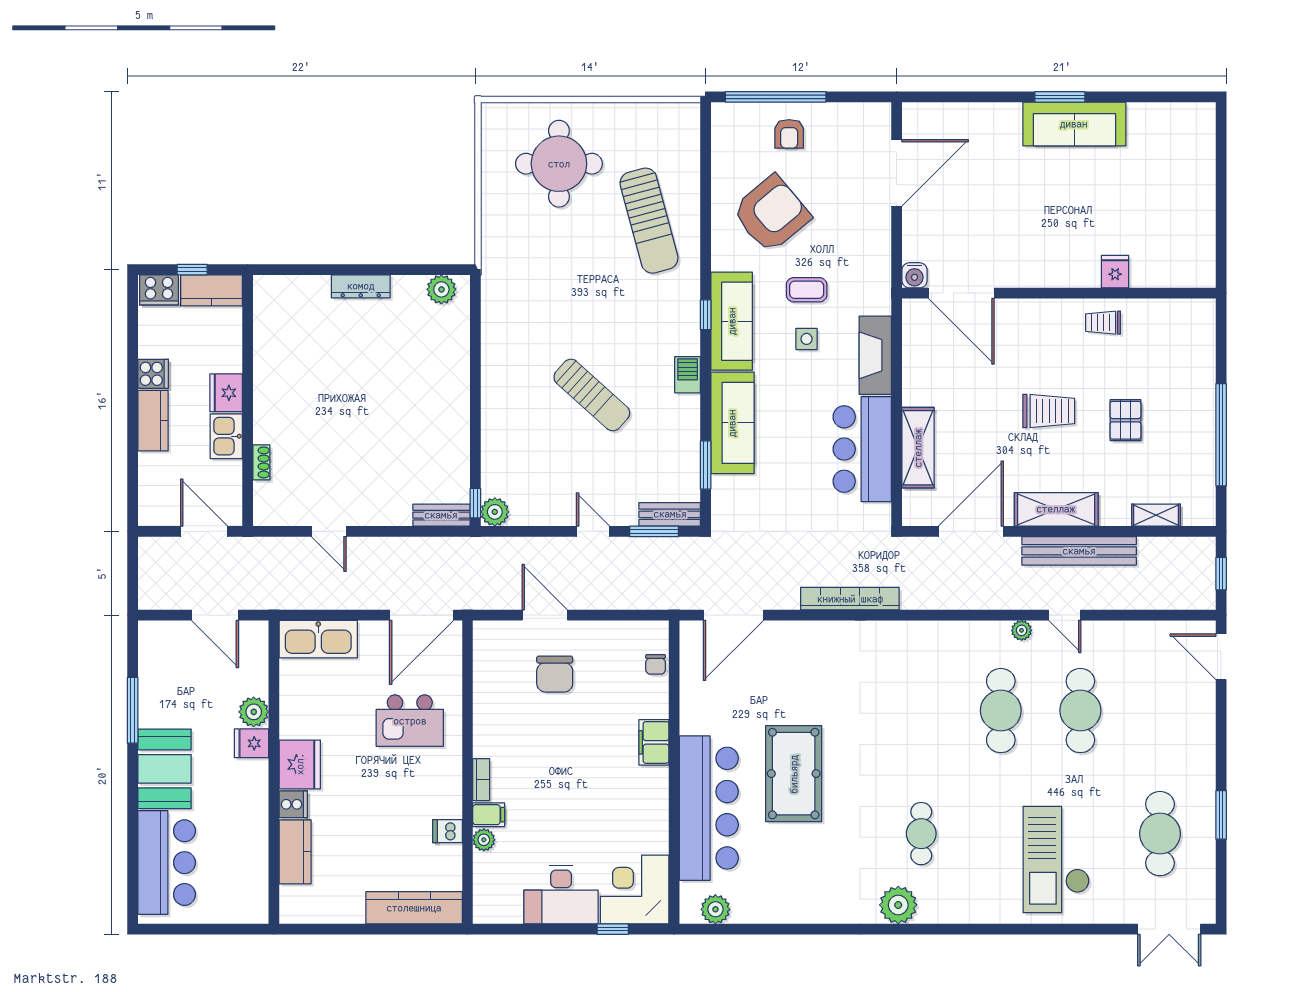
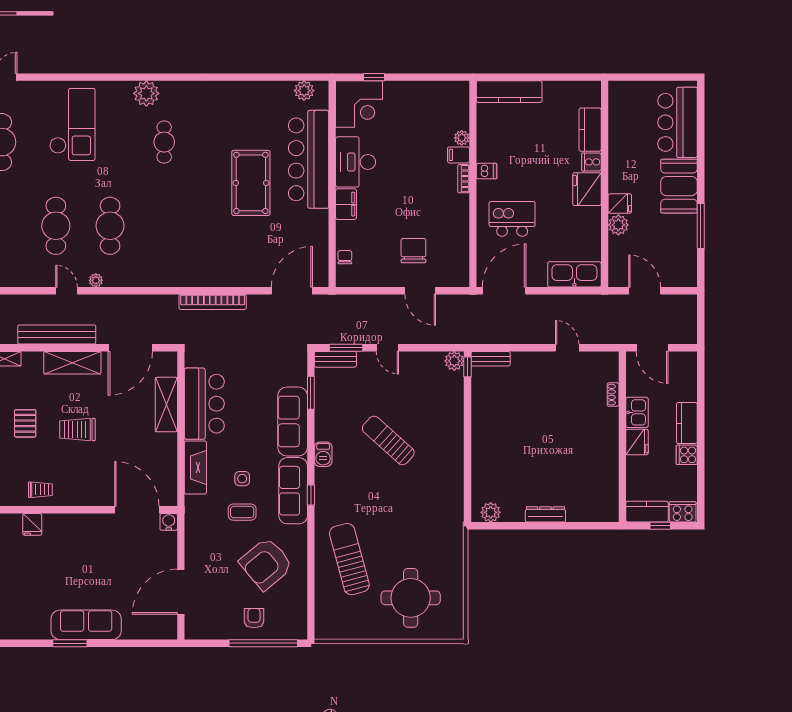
sofa: (1074, 124) -> (86, 625), moved
dishwasher: (447, 831) -> (487, 171), moved
desk: (561, 895) -> (356, 162), moved, turned -90
plant: (898, 905) -> (146, 93), moved

